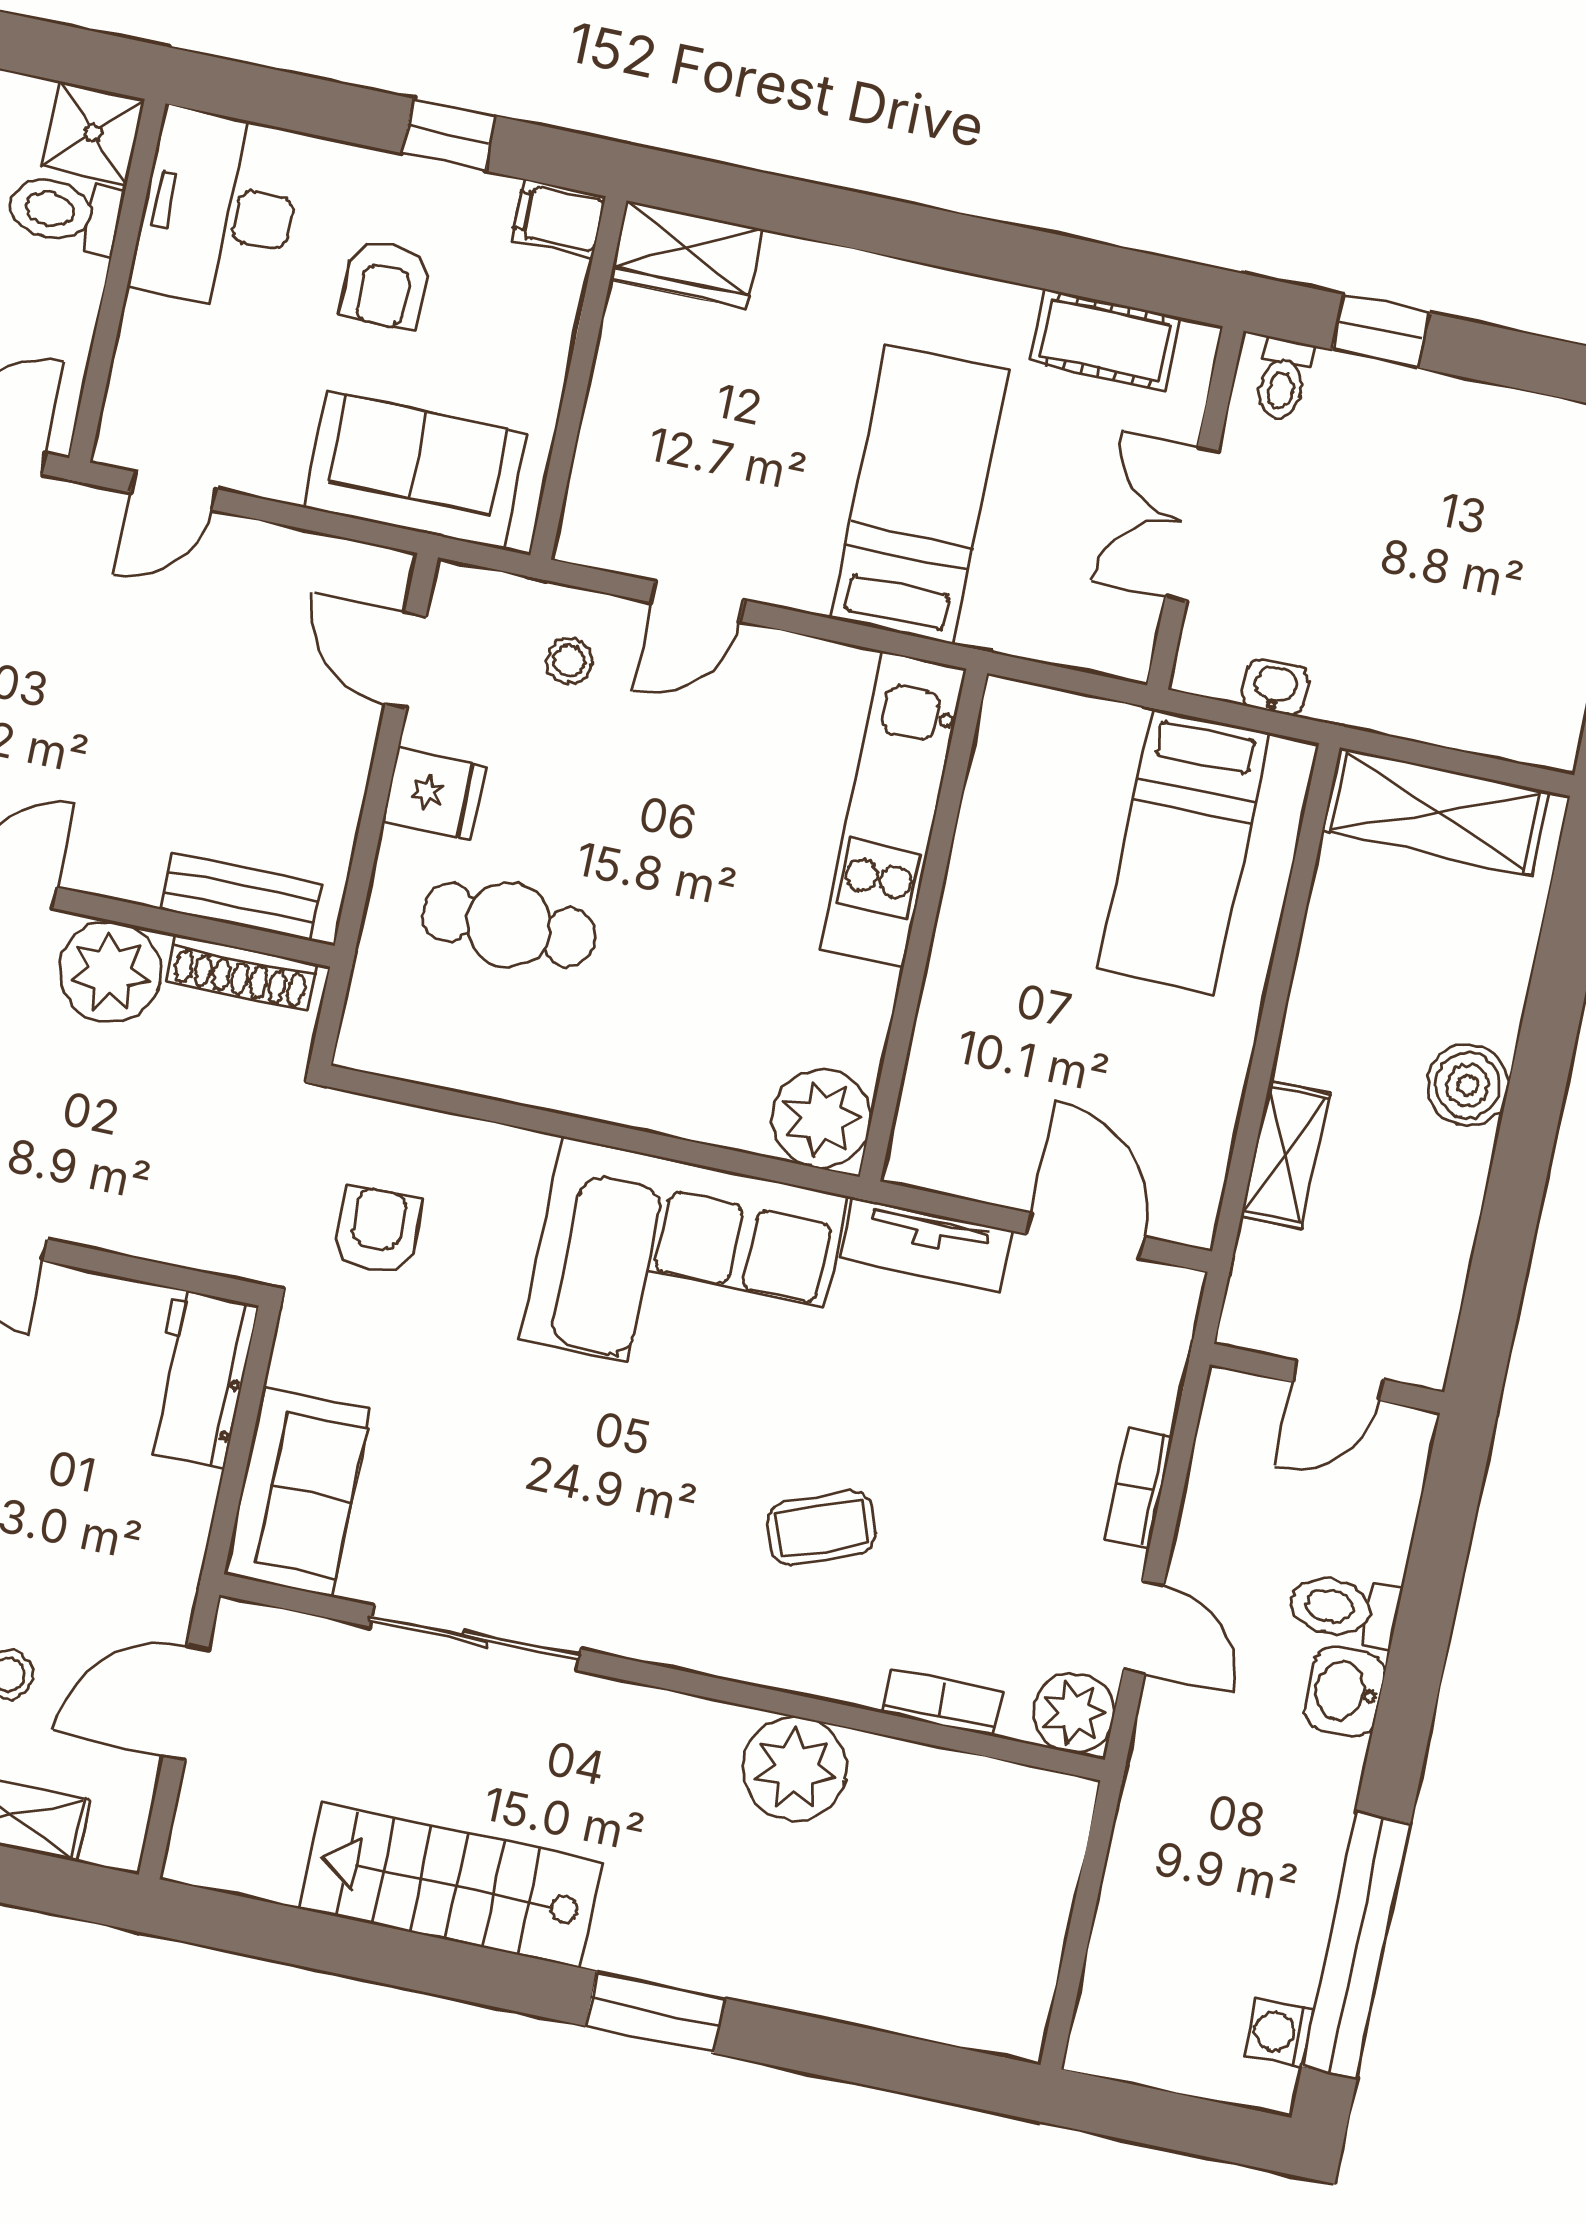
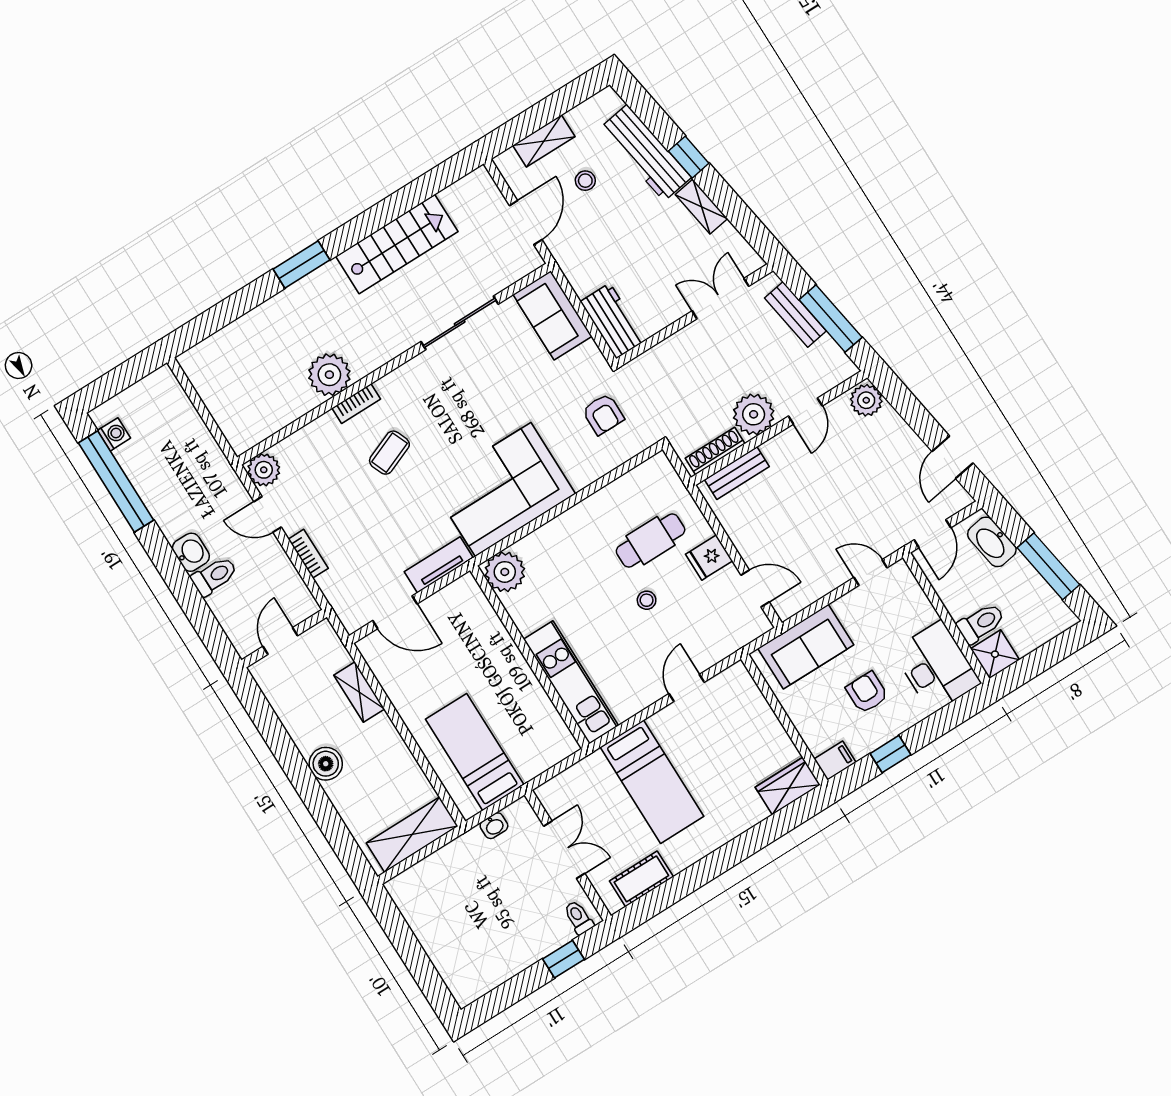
door: (174, 491) -> (871, 573), hinge flipped
stool: (569, 661) -> (647, 600), moved
bookcase: (942, 1702) -> (356, 404), moved

